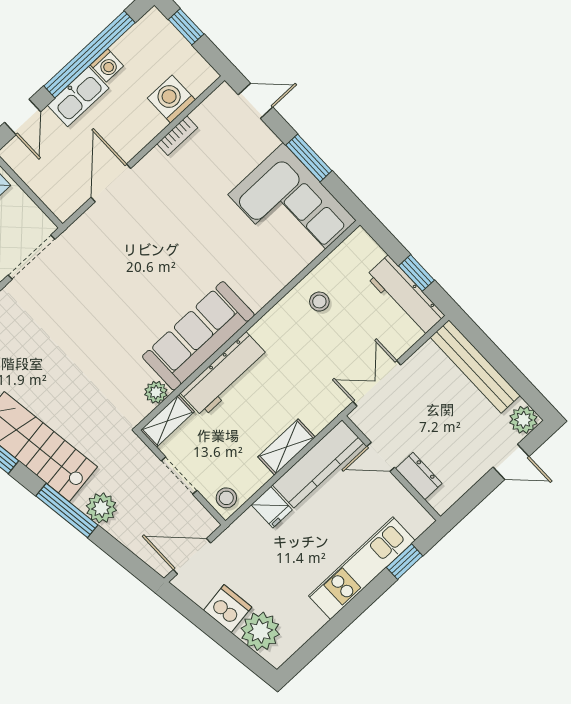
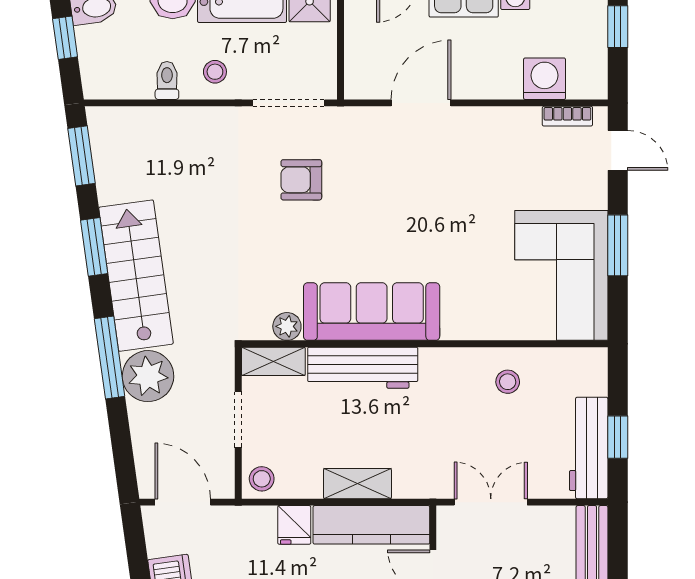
bookcase: (177, 136) -> (567, 116), moved
armchair: (82, 296) -> (301, 180), added
plant: (101, 508) -> (148, 376), width x1.36, depth x1.36

